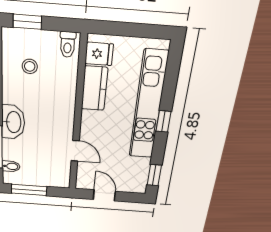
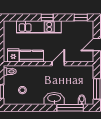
kitchen unit: (148, 106) -> (39, 27), width x0.73
door: (75, 151) -> (58, 64), moved

